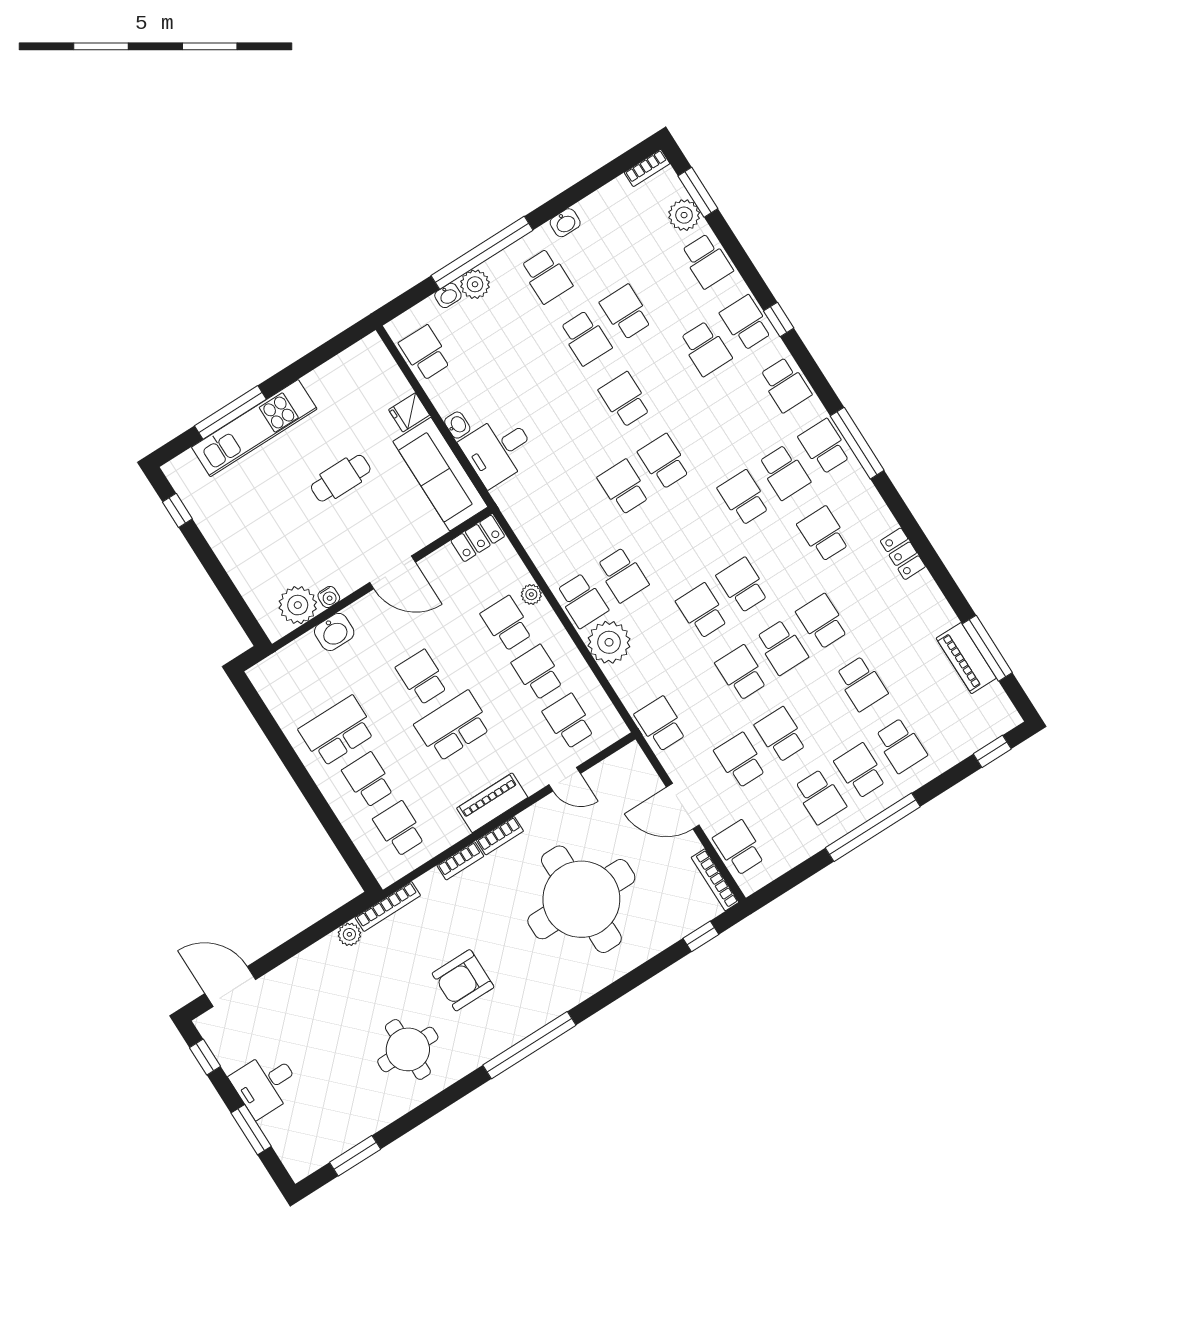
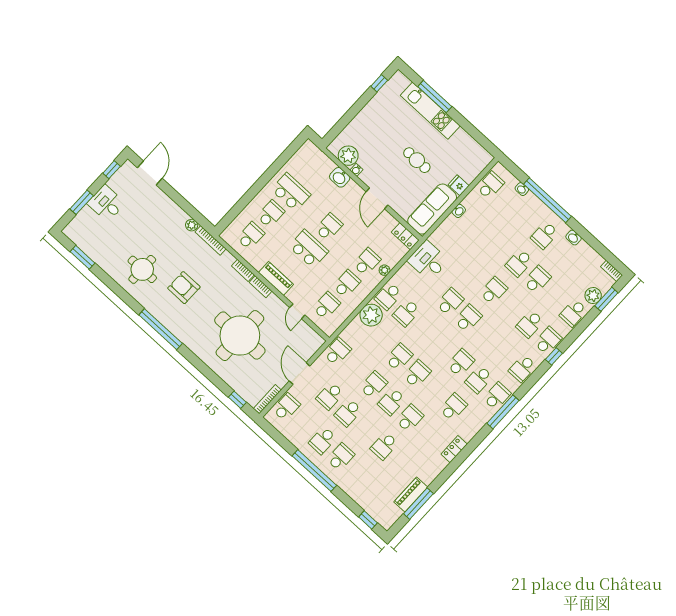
plant: (475, 284) -> (531, 201), removed
desk: (498, 450) -> (428, 261), moved
school desk: (781, 735) -> (348, 413), turned 180
school desk: (901, 745) -> (359, 474), removed
school desk: (740, 760) -> (330, 396), turned 180

